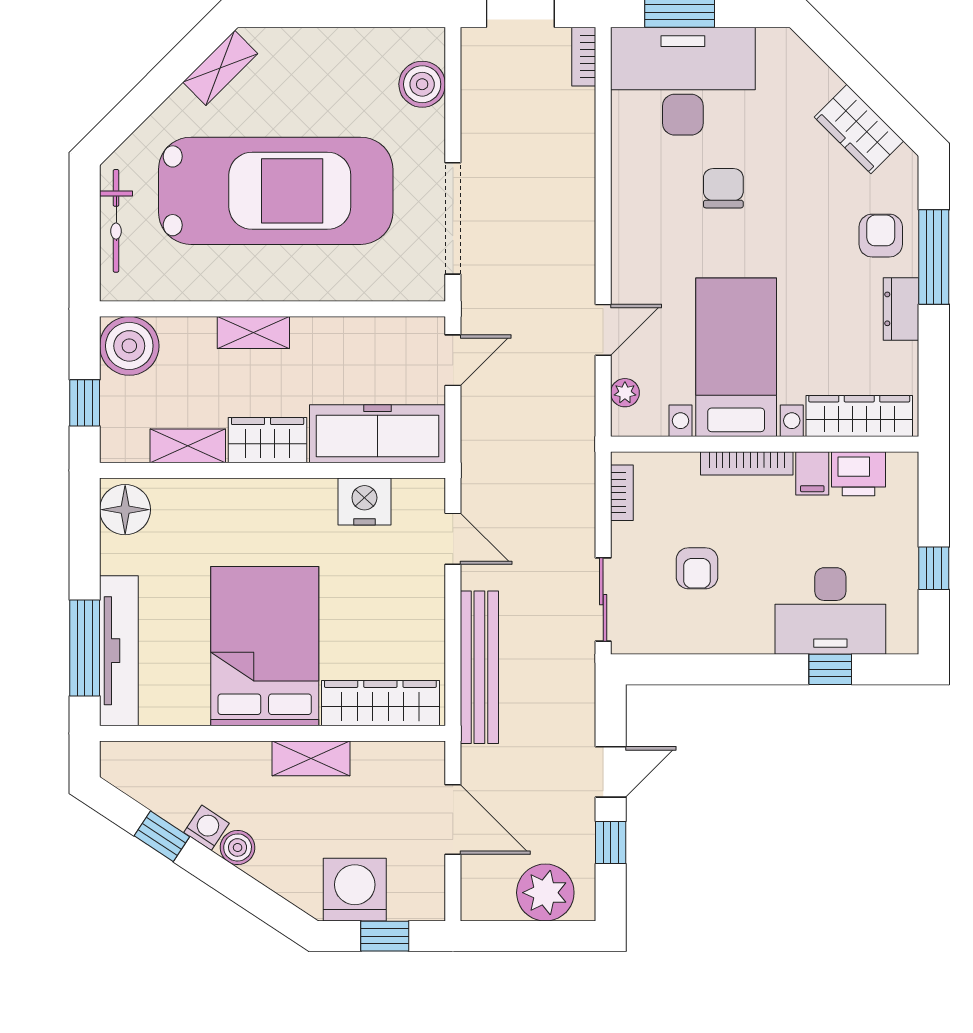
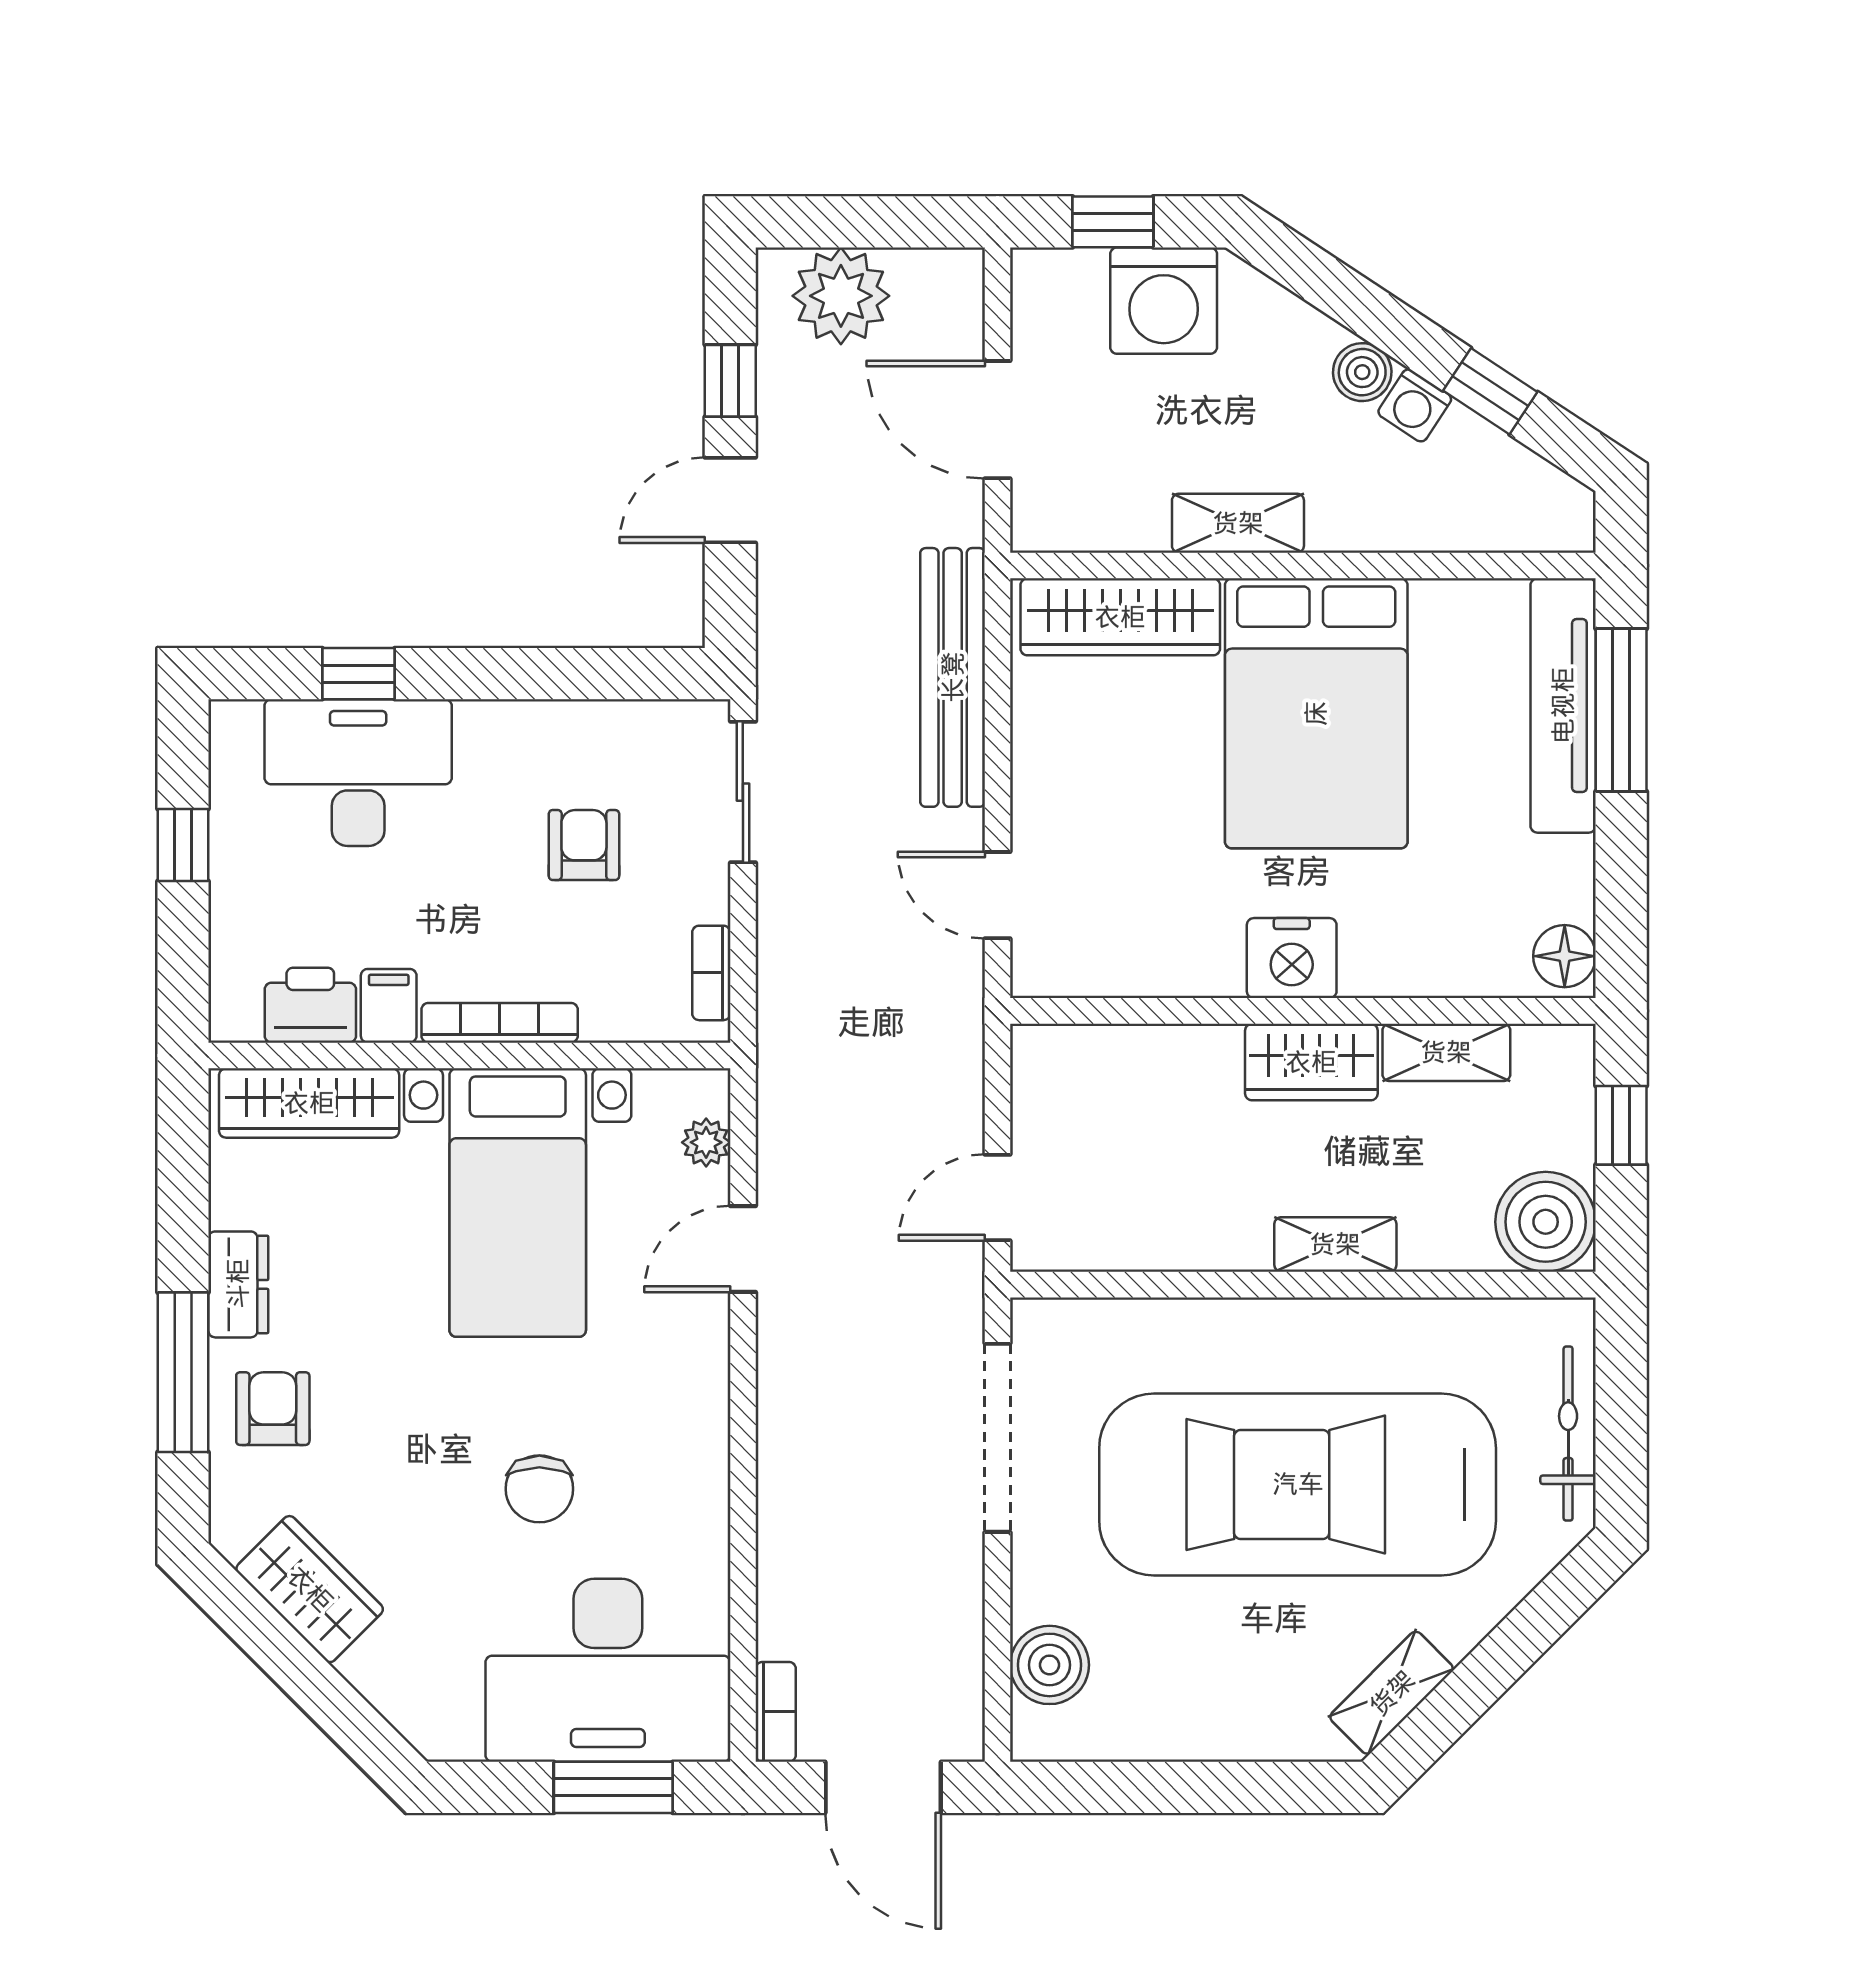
armchair: (881, 236) -> (273, 1409), turned 180
freezer: (377, 434) -> (1125, 1073), removed
nightstand: (364, 502) -> (1292, 958), moved
floor lamp: (125, 510) -> (1565, 956), width x0.73, depth x0.73

